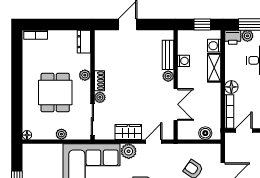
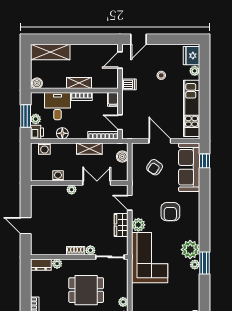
window: (202, 24) -> (26, 159), removed
bench: (168, 55) -> (53, 190), removed
shelving: (214, 68) -> (89, 149), moved
plant: (85, 75) -> (57, 264), moved
floor lamp: (231, 87) -> (62, 133), moved
plant: (61, 134) -> (123, 302), moved

